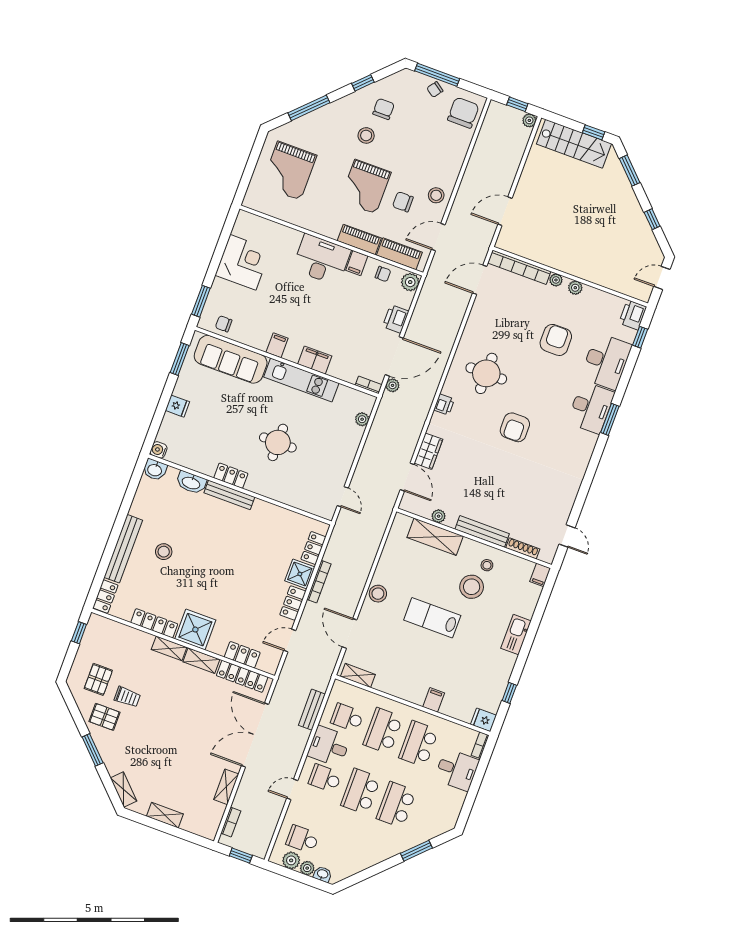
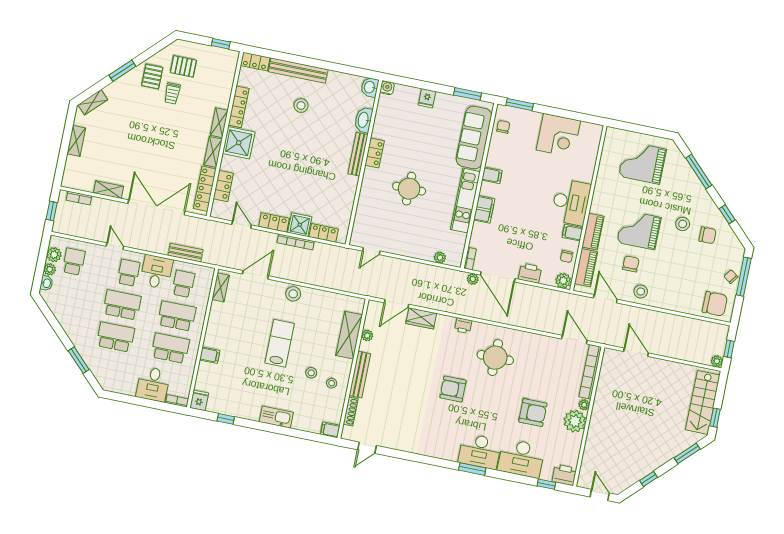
plant: (575, 288) -> (575, 421), width x1.88, depth x1.88
stool: (472, 587) -> (311, 373), width x0.53, depth x0.53

